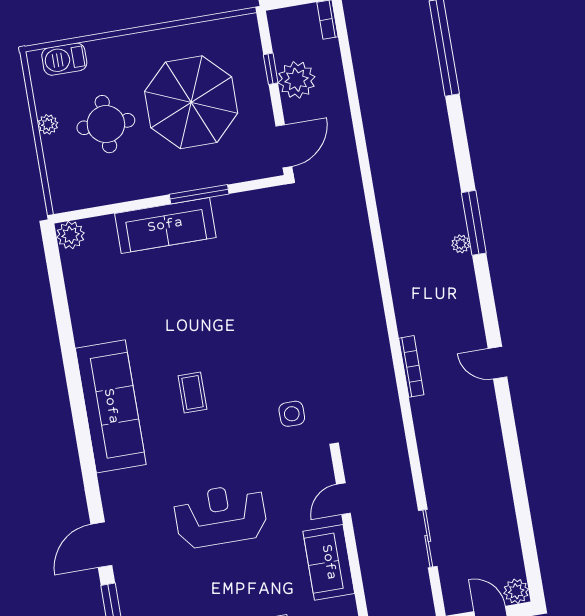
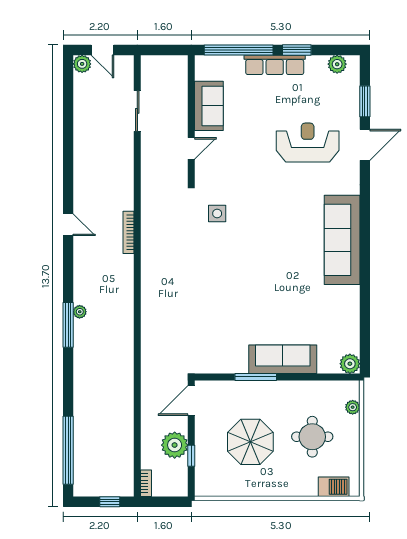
parasol: (191, 102) -> (250, 442), width x0.73, depth x0.73
plant: (48, 124) -> (353, 407), moved
coffee table: (192, 392) -> (284, 240), removed
reception desk: (220, 516) -> (308, 143), moved, turned 180

